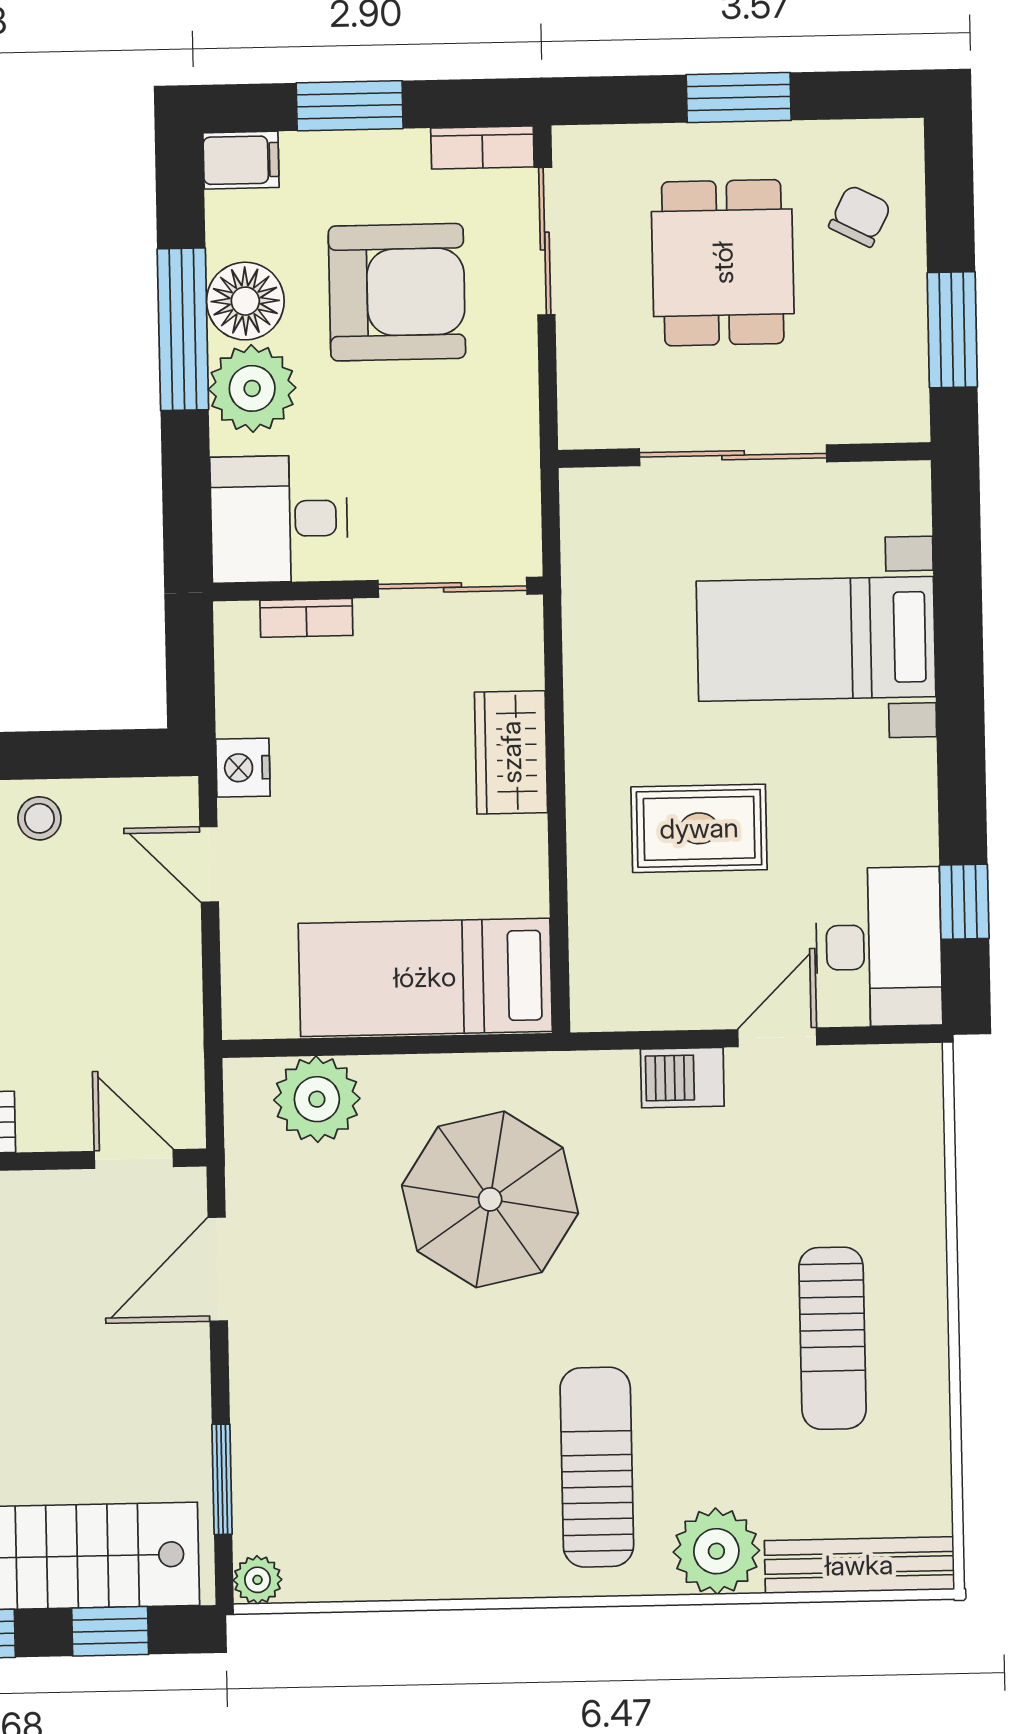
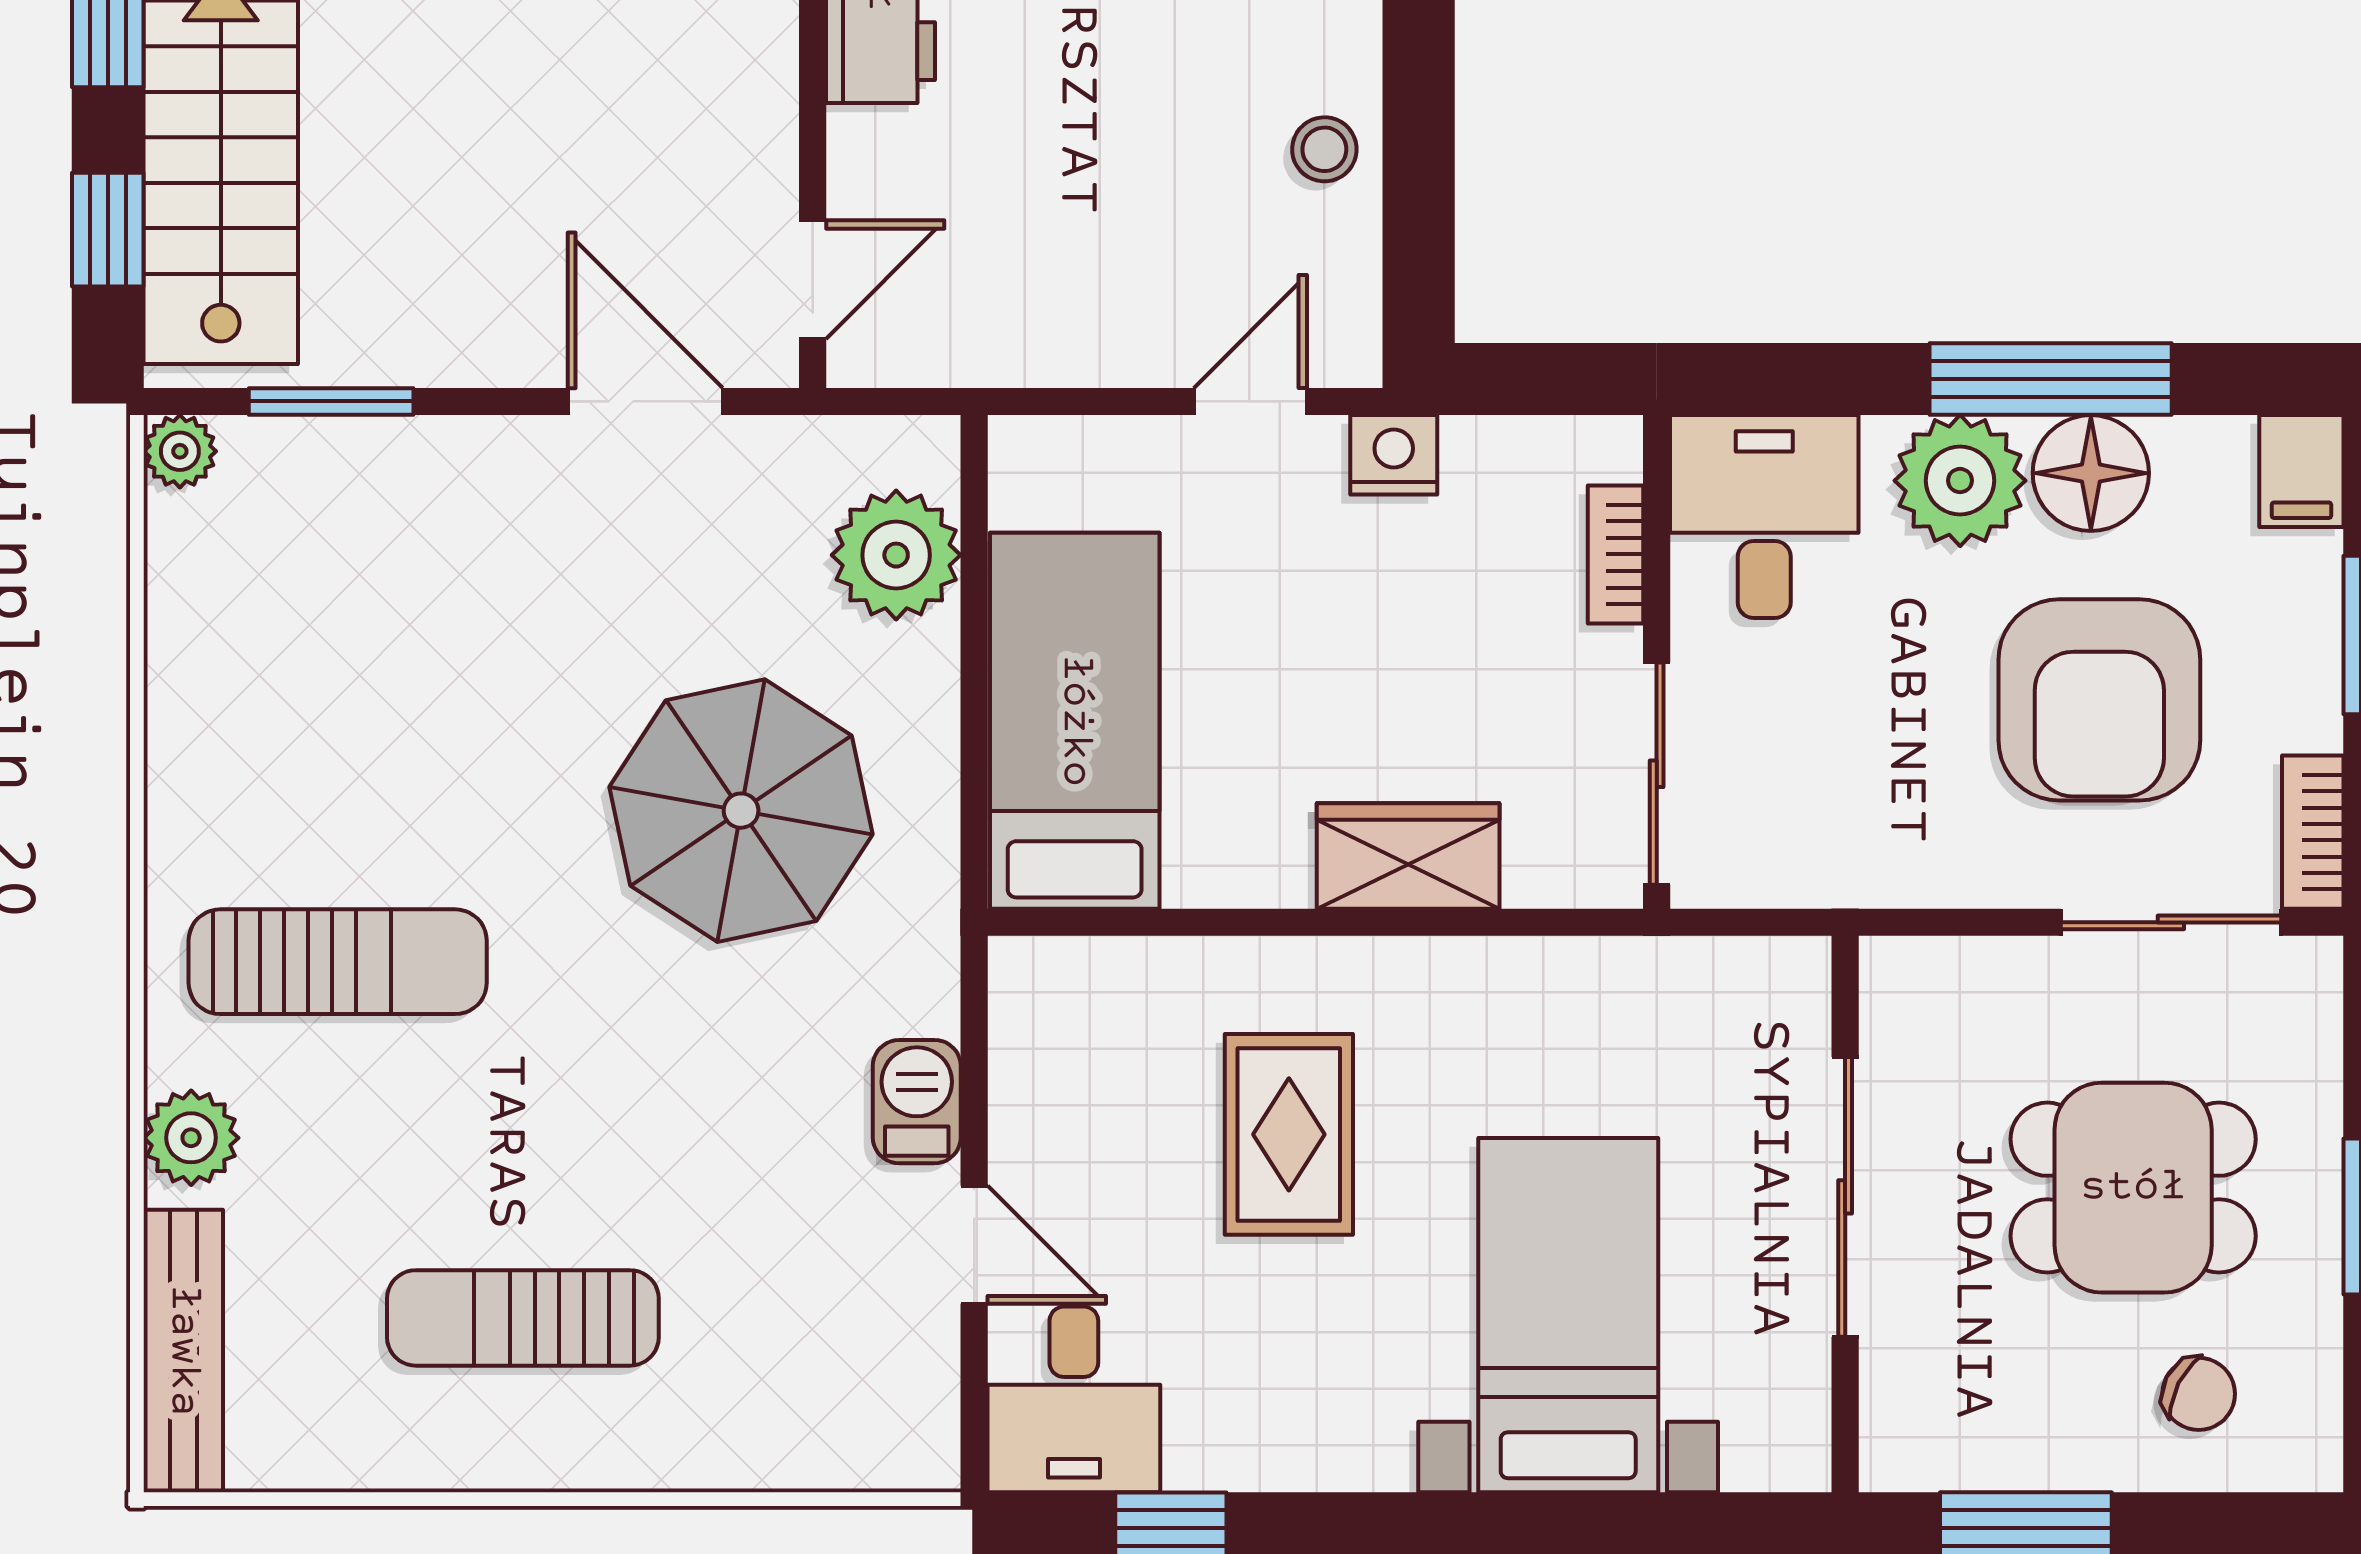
desk: (879, 947) -> (1074, 1399), width x0.73
plant: (716, 1551) -> (191, 1138), width x0.73, depth x0.73

